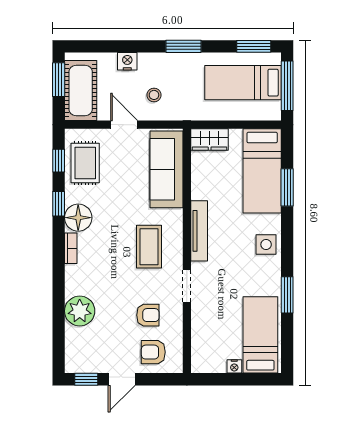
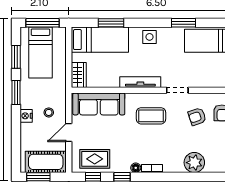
window: (254, 46) -> (16, 57), moved
nightstand: (127, 61) -> (26, 116), moved
floor lamp: (78, 218) -> (136, 168), width x0.53, depth x0.53
armchair: (148, 315) -> (197, 117), turned -109

